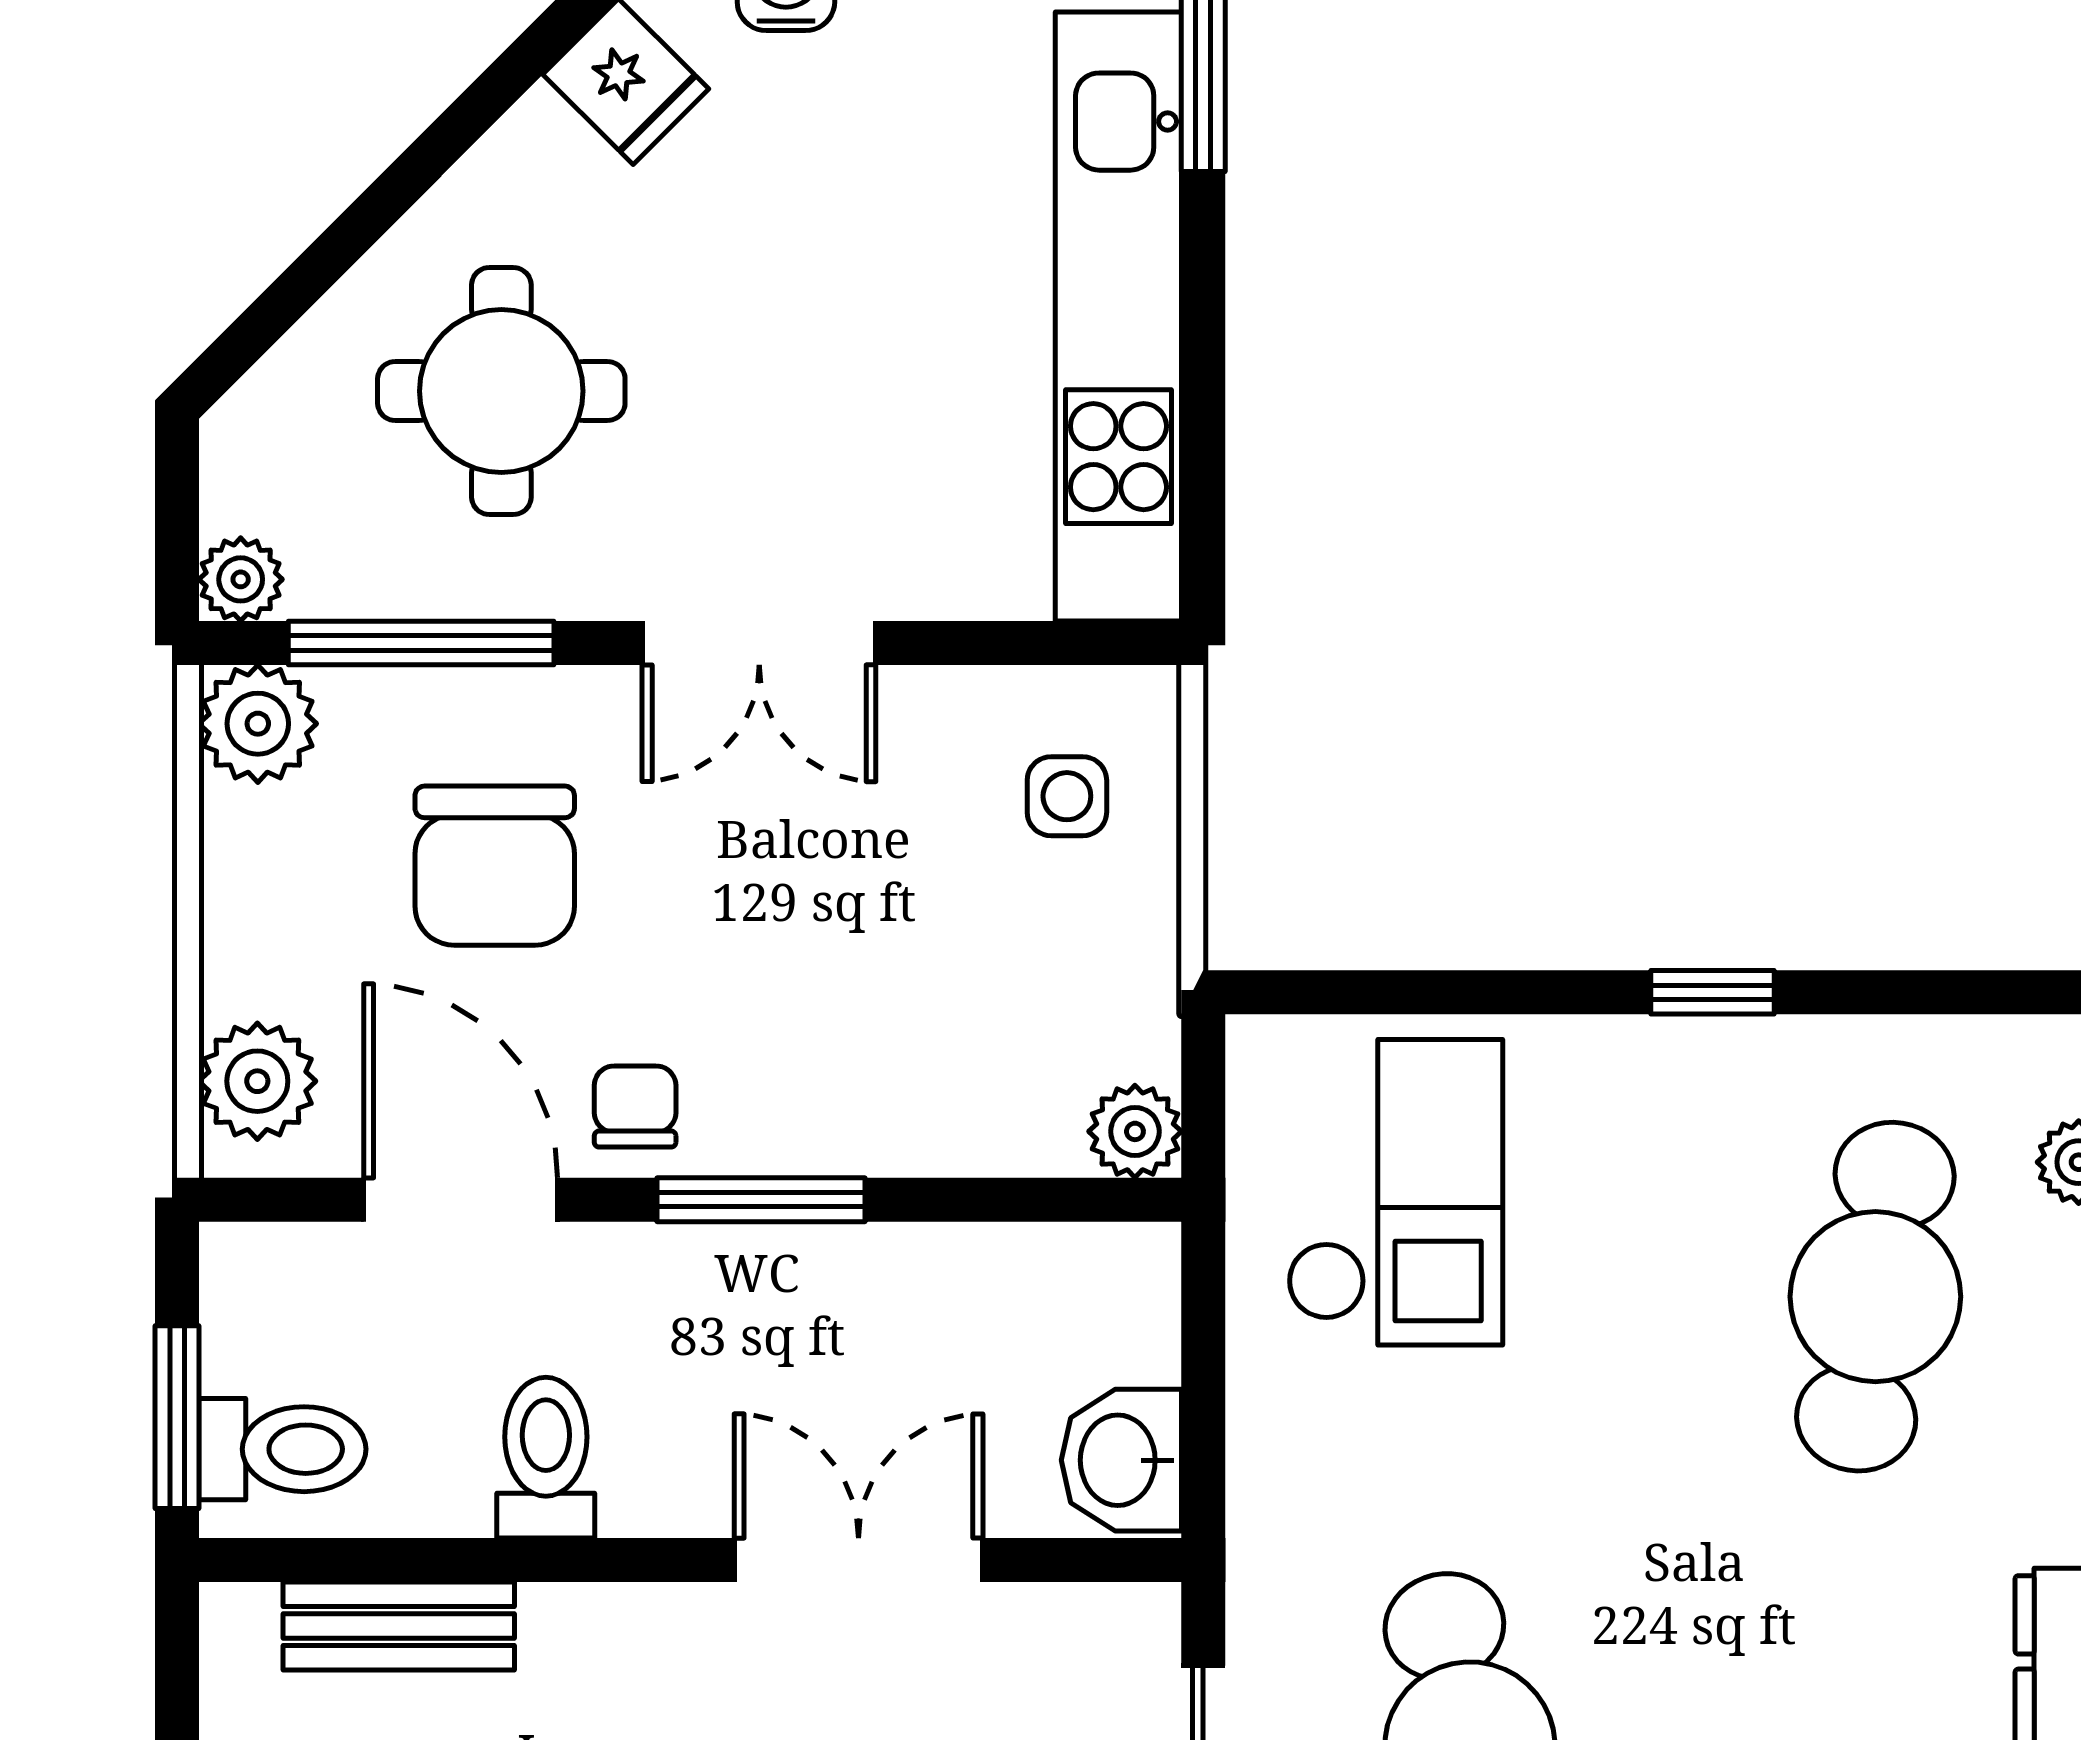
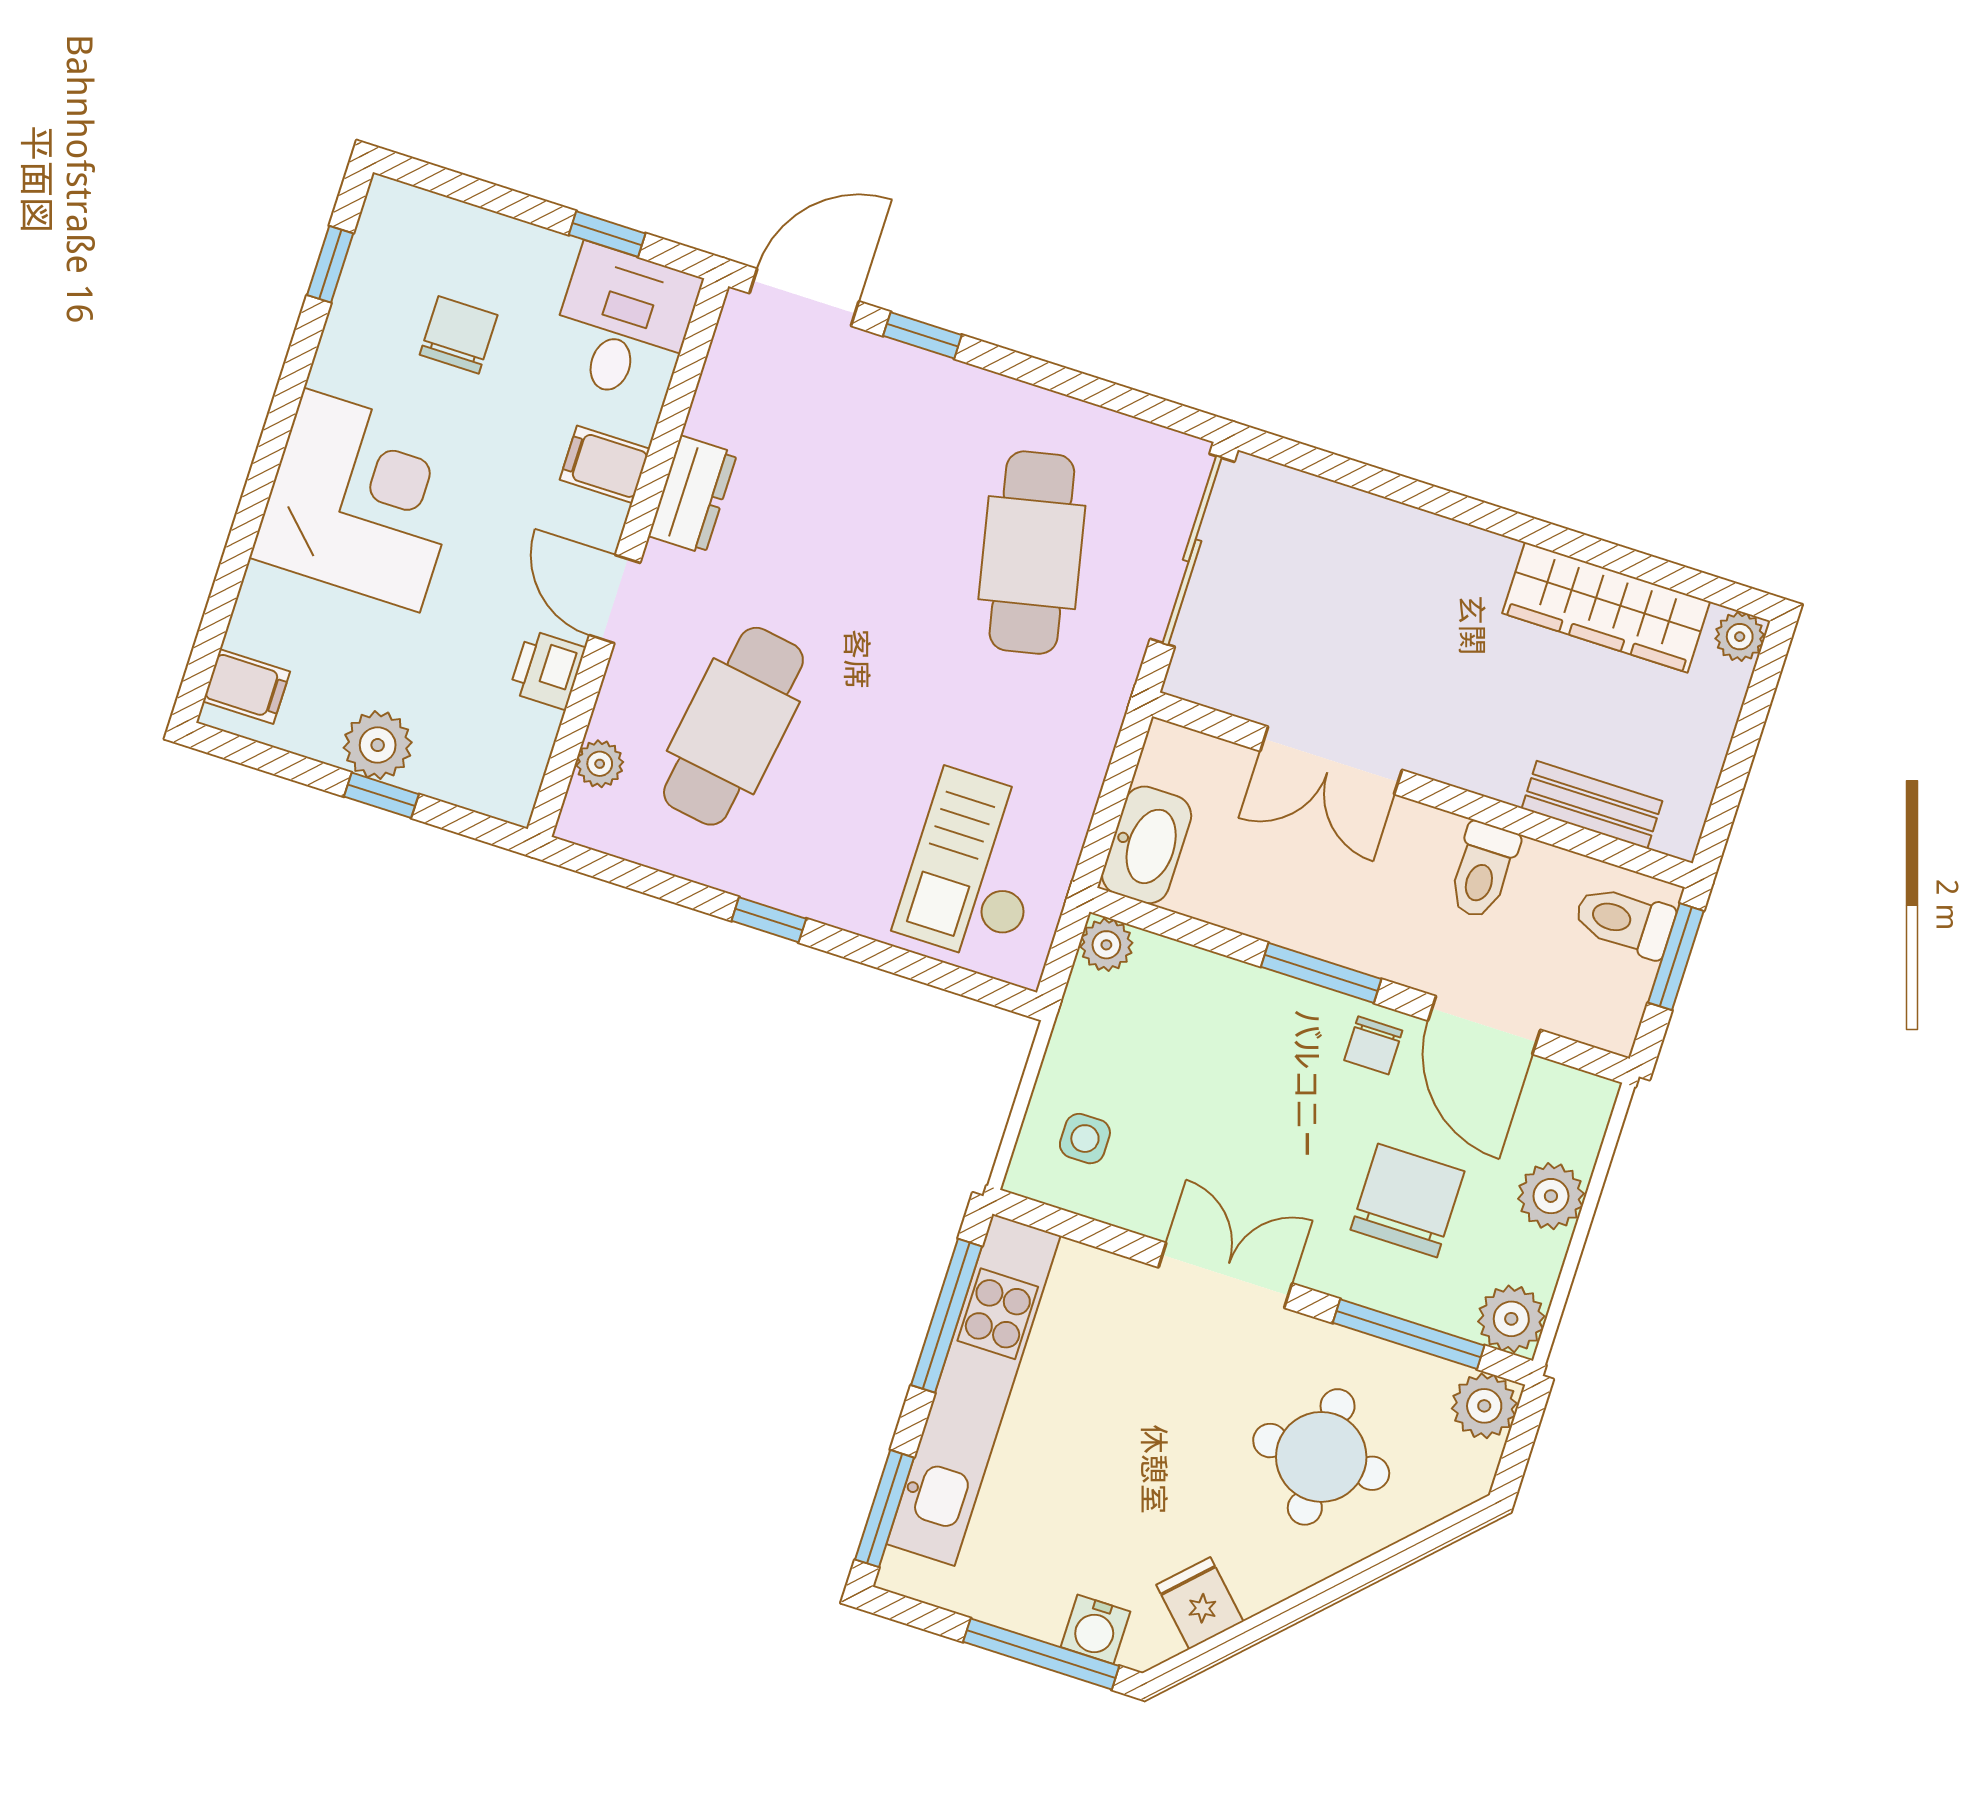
window: (1203, 426) -> (946, 1316), added
plant: (241, 579) -> (1484, 1406), width x1.38, depth x1.38
plant: (257, 1081) -> (1551, 1196), moved
washbasin: (1121, 1460) -> (1147, 845), moved, width x1.38

